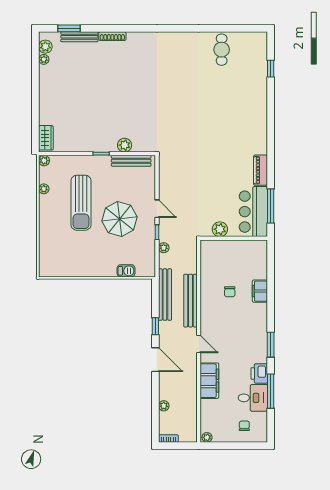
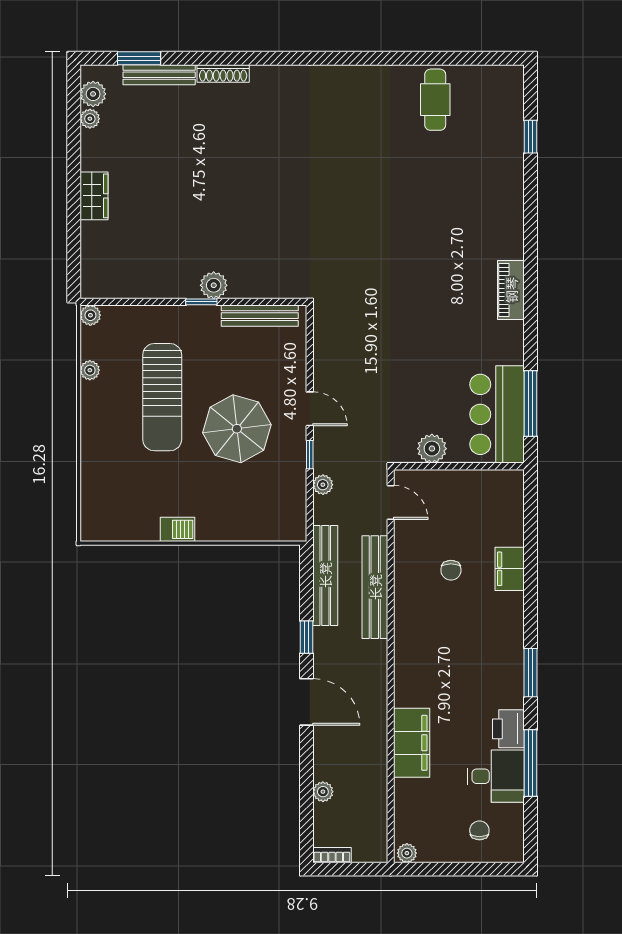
wardrobe: (46, 138) -> (94, 196), moved
plant: (125, 145) -> (214, 285), moved
piano: (261, 170) -> (511, 290), moved
barbecue: (126, 271) -> (178, 529), moved
door: (199, 344) -> (391, 502), moved

